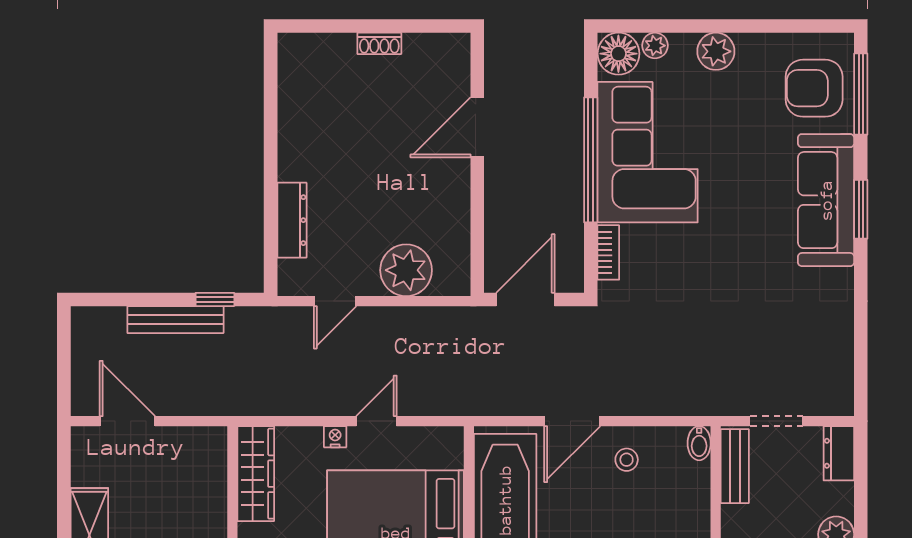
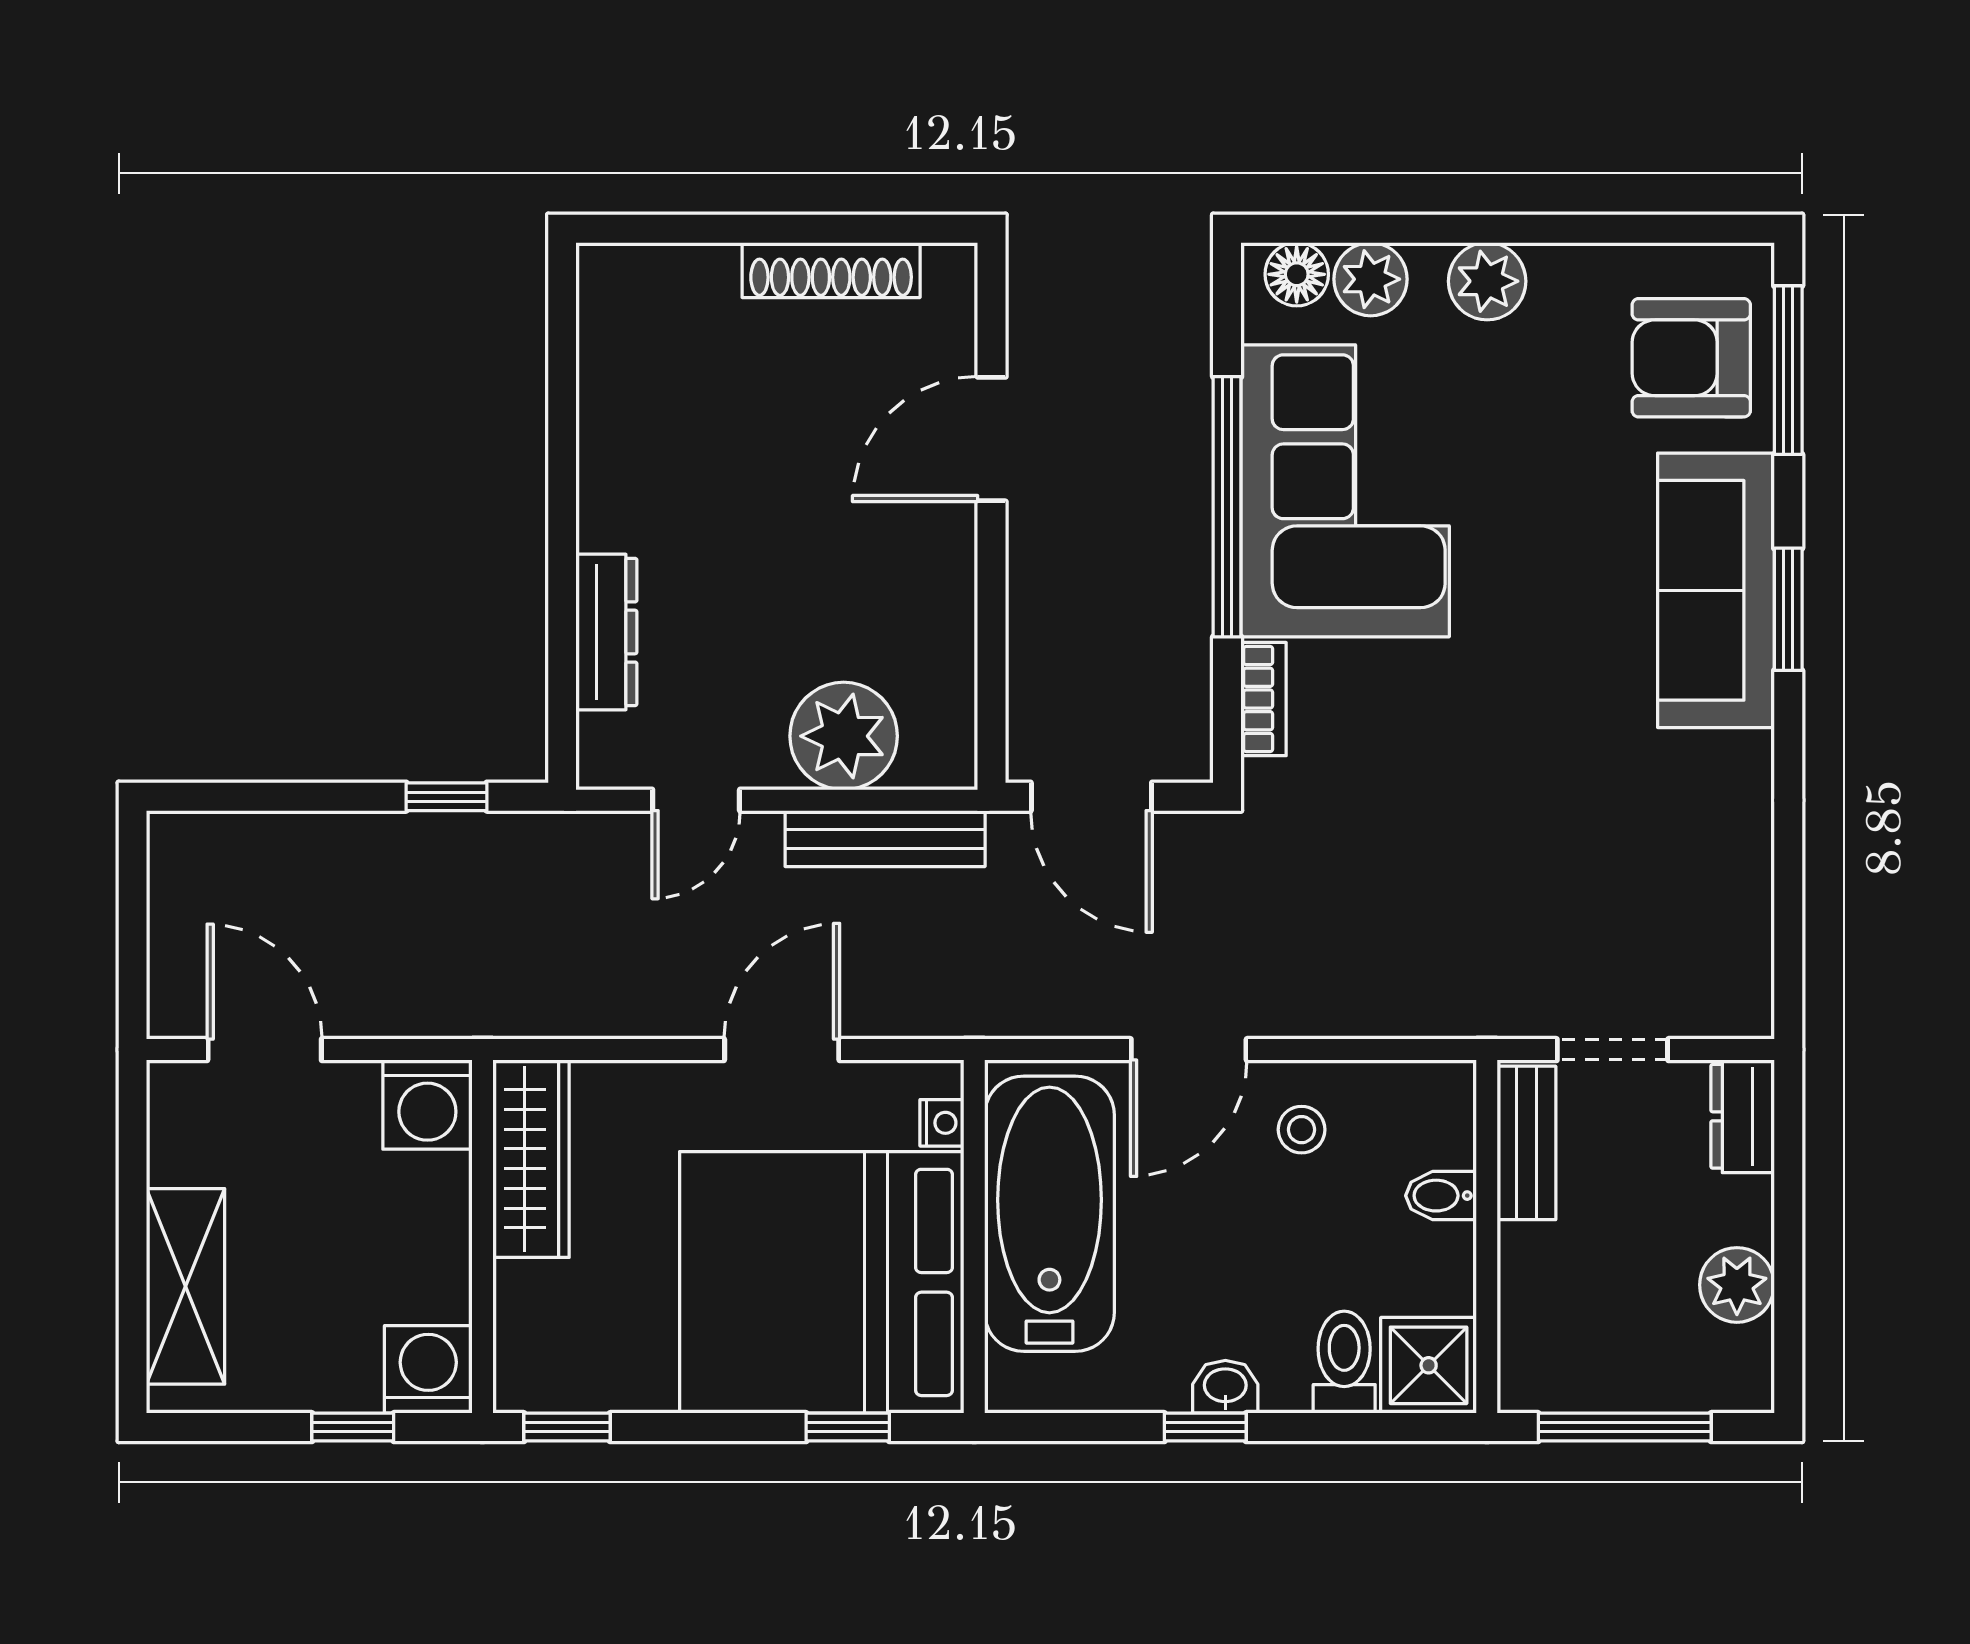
shoe rack: (379, 43) -> (831, 270), width x1.94, depth x1.24
plant: (655, 46) -> (1371, 279), width x1.38, depth x1.38
floor lamp: (618, 54) -> (1297, 274), width x0.73, depth x0.73
door: (525, 299) -> (1091, 797), swing flipped
bench: (175, 320) -> (885, 839), moved
door: (376, 421) -> (782, 1050), width x1.38
nightstand: (335, 437) -> (942, 1123), moved, turned 90
bidet: (699, 443) -> (1441, 1196), moved, turned 90
washing machine: (206, 448) -> (427, 1105), added

